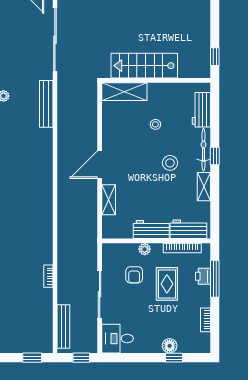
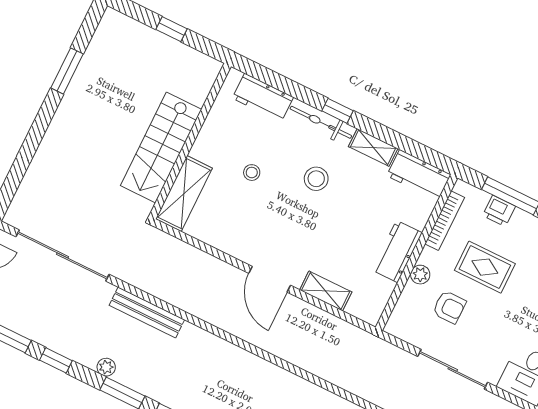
window: (215, 57) -> (172, 29), moved
workbench: (188, 229) -> (419, 175), moved, turned -90

